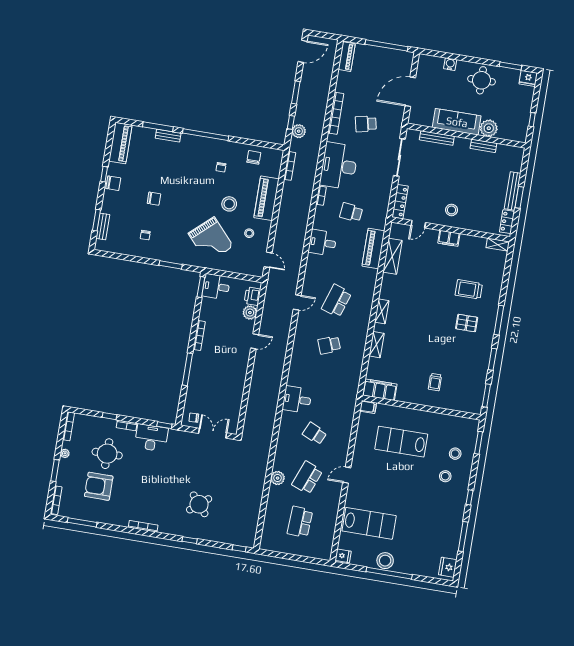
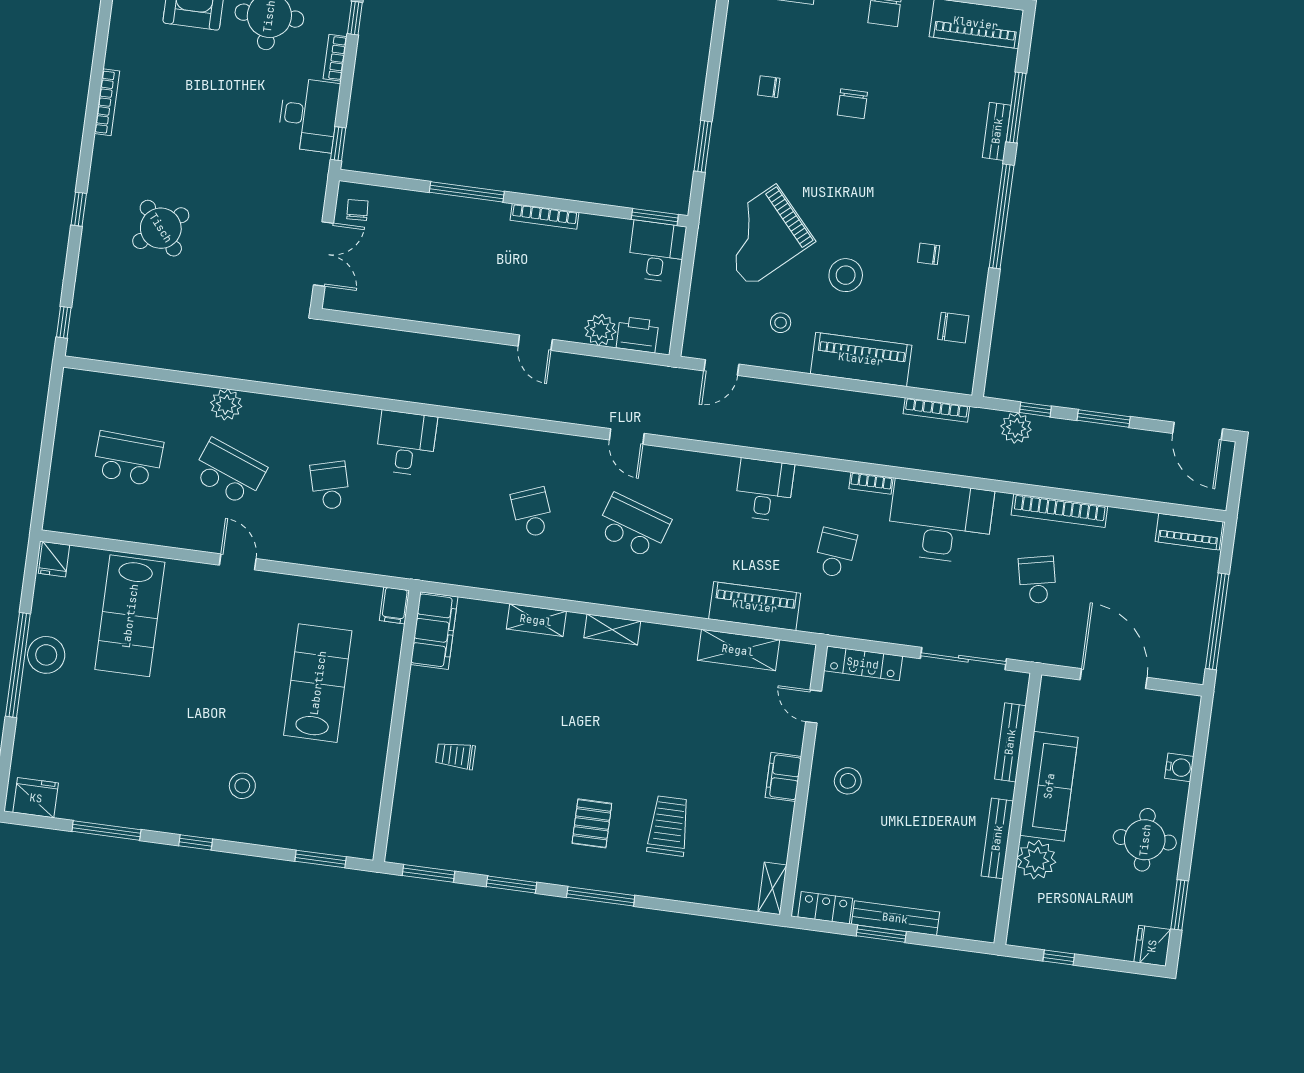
bench: (483, 146) -> (997, 838), width x1.36
school desk: (315, 433) -> (330, 486), turned -39
stool: (455, 454) -> (294, 807), removed

